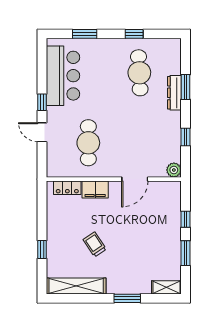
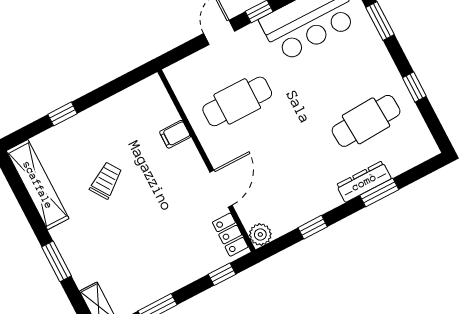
door: (135, 179) -> (221, 189), swing flipped
locker: (67, 188) -> (230, 235), moved
filing cabinet: (95, 189) -> (175, 134), width x0.50
window: (186, 219) -> (222, 274), moved

